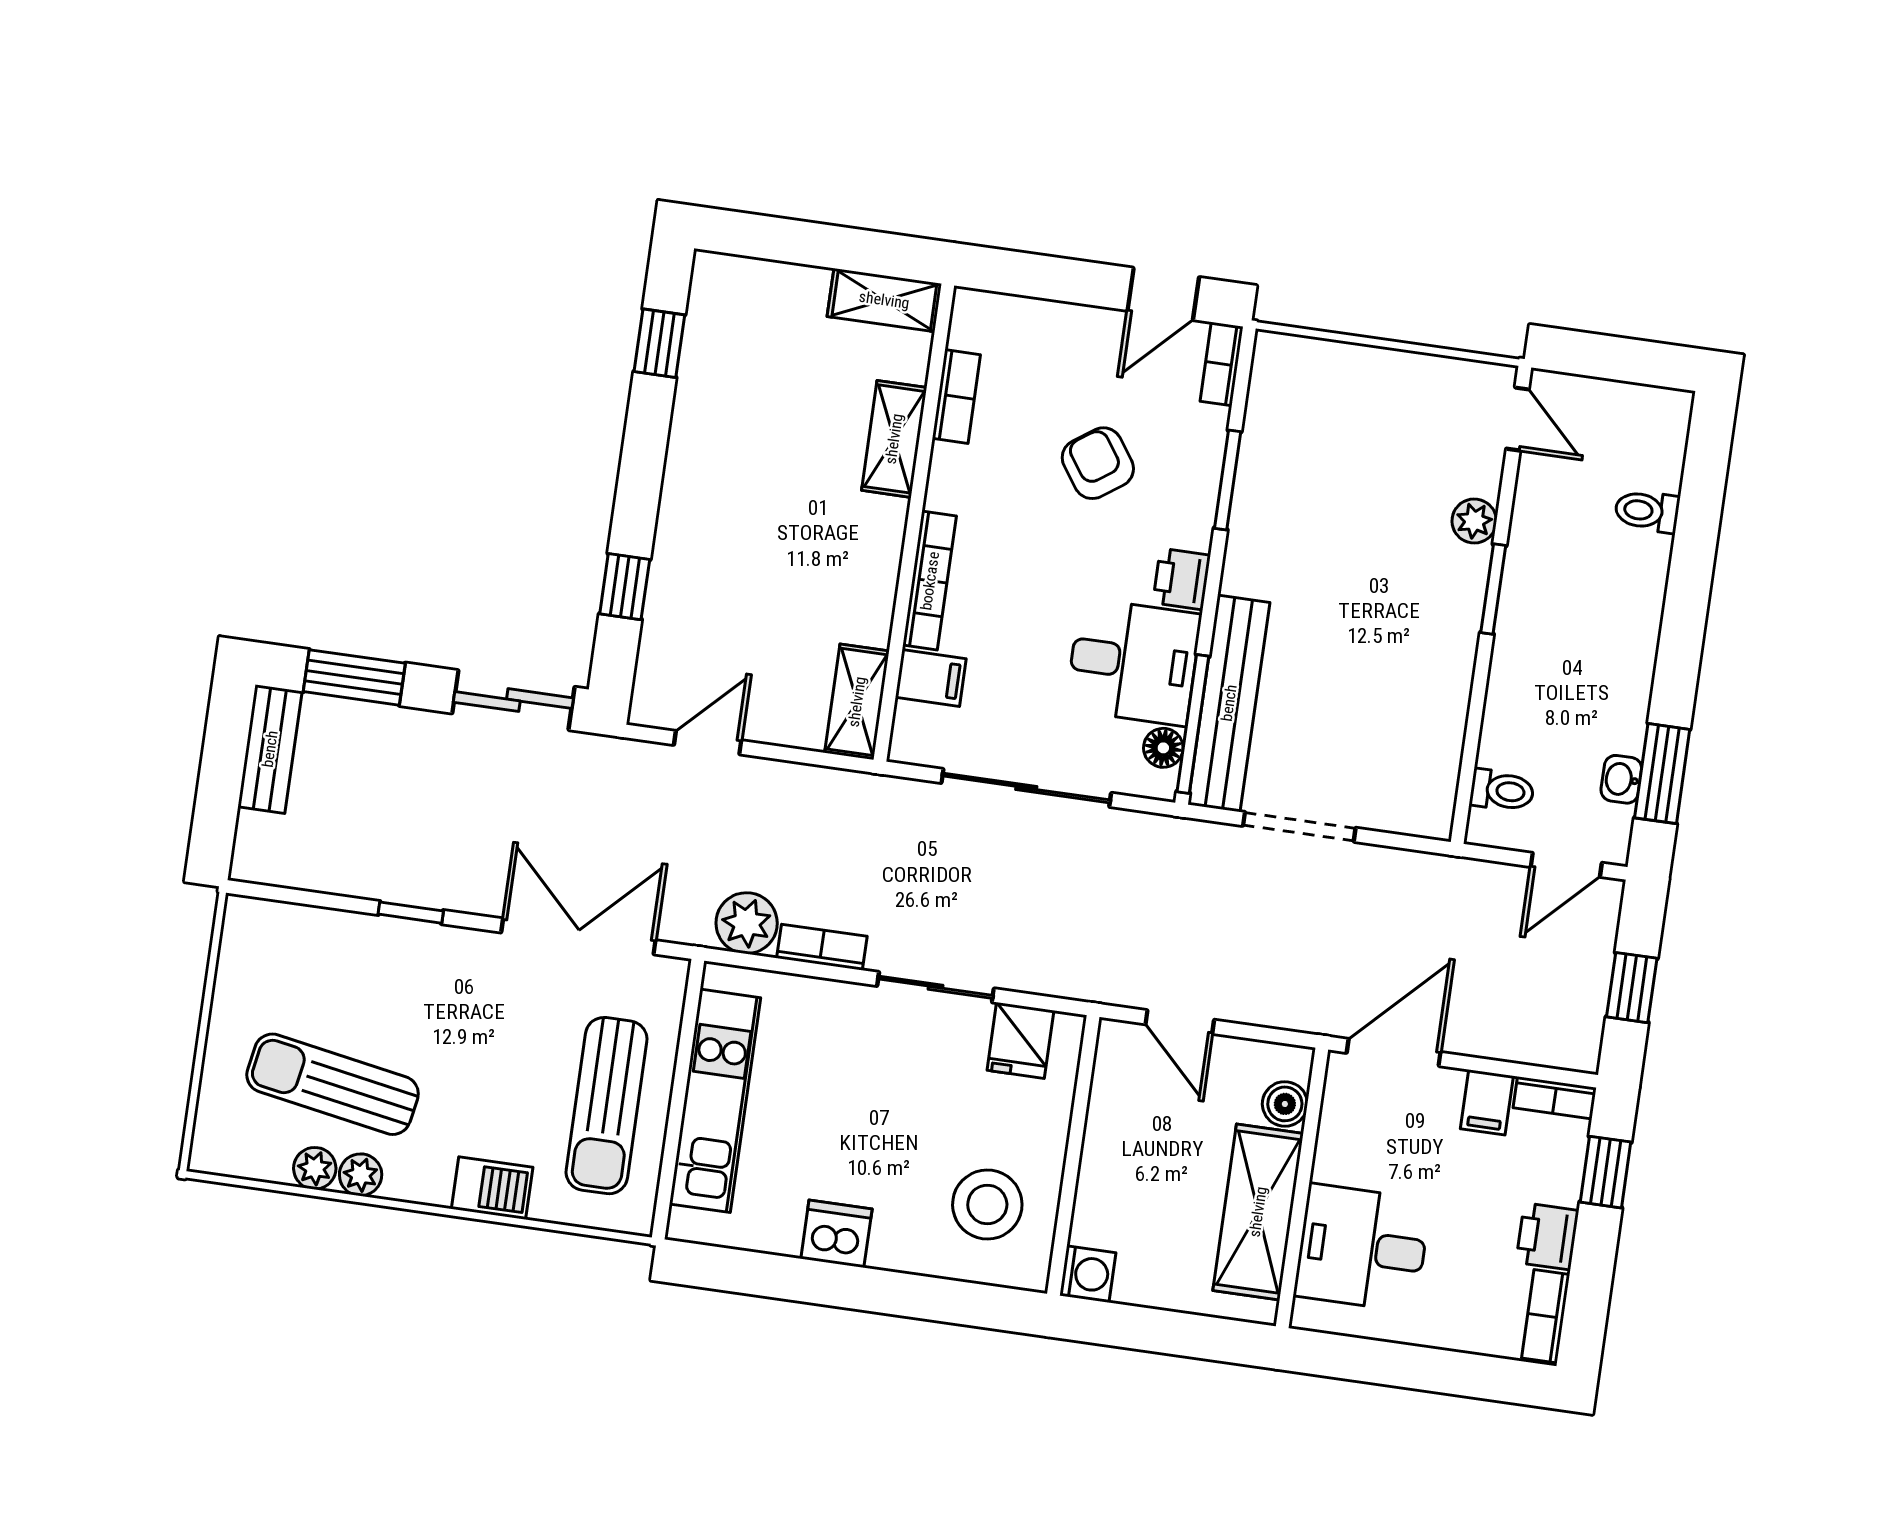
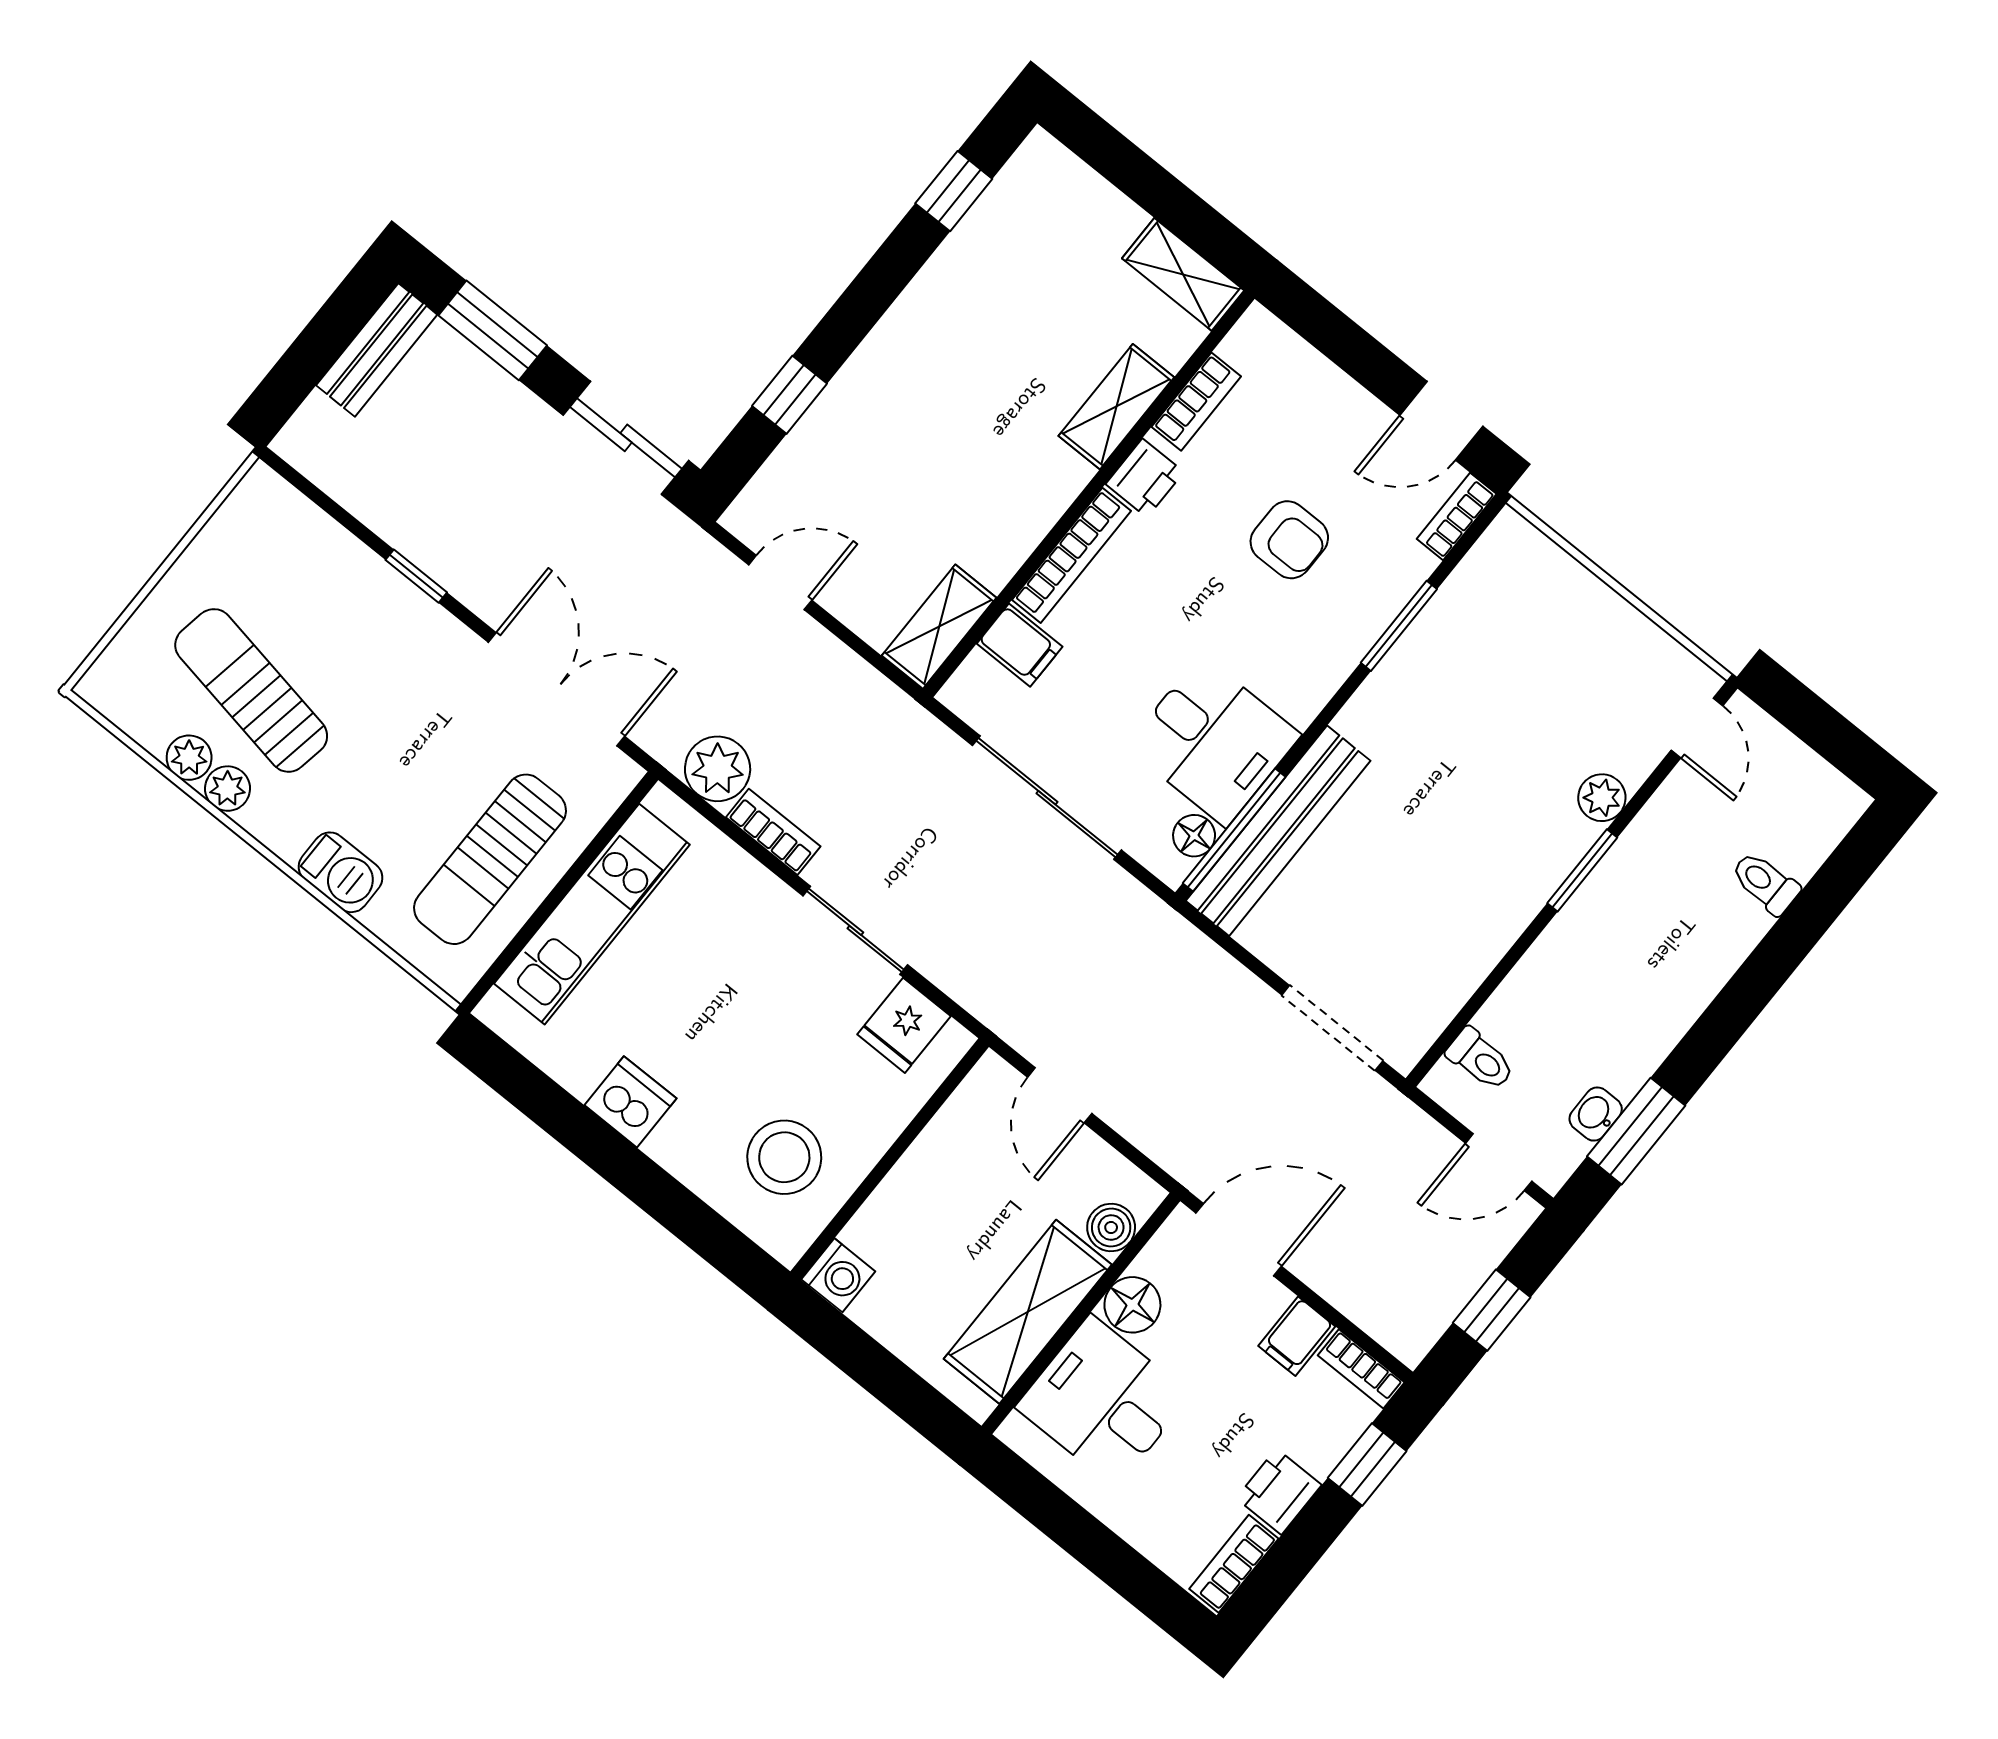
armchair: (1098, 463) -> (1289, 540), turned 125
printer: (1182, 579) -> (1145, 478), moved, turned 180
doorway: (1299, 827) -> (1332, 1028), moved
floor lamp: (1339, 1156) -> (1132, 1305), added

